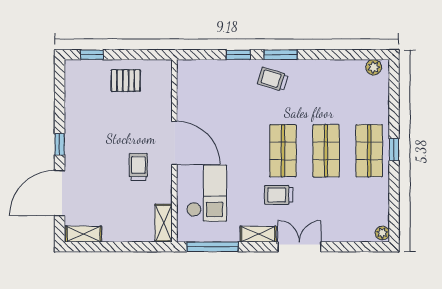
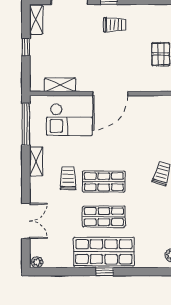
shop shelf: (369, 151) -> (104, 252), width x1.43, depth x1.36
trolley: (138, 167) -> (115, 25), moved
shelving: (164, 223) -> (60, 85), moved
window: (117, 247) -> (26, 47), added
double door: (300, 247) -> (26, 221), moved

